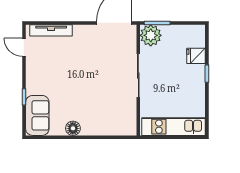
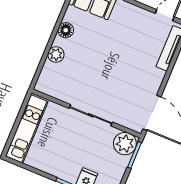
plant: (98, 128) -> (56, 54), added

